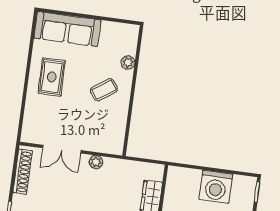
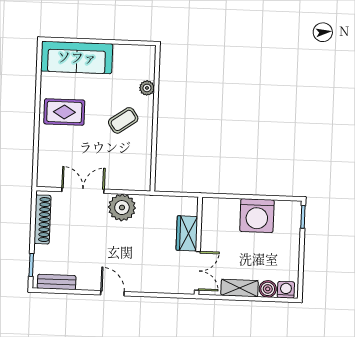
rug: (52, 77) -> (64, 112), turned 90
double door: (62, 149) -> (83, 190), swing flipped
plant: (96, 162) -> (122, 208), width x1.88, depth x1.88

